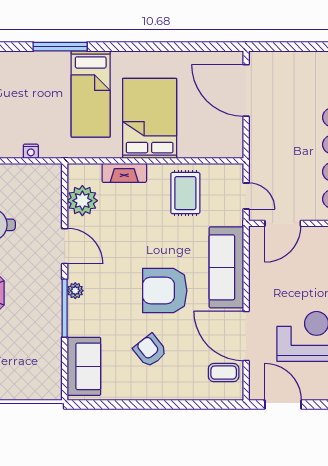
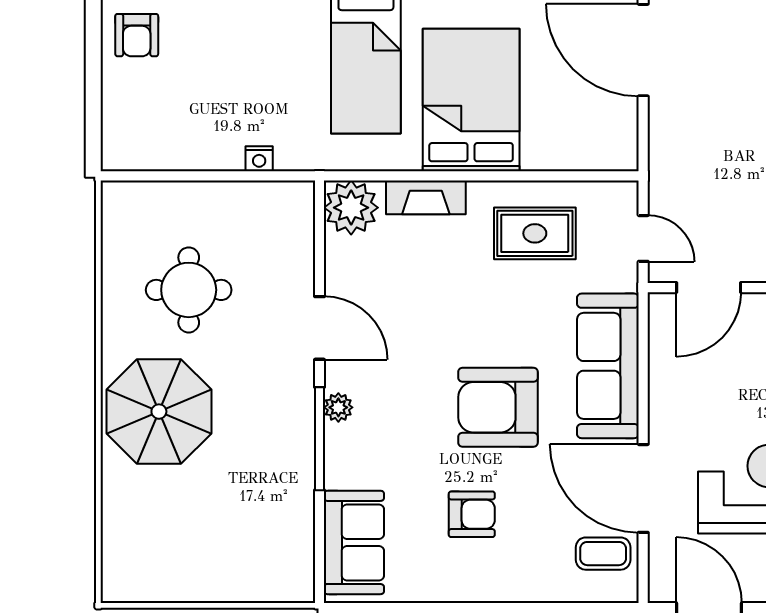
rug: (185, 193) -> (535, 233), turned 90
plant: (82, 201) -> (351, 208), moved
armchair: (150, 350) -> (472, 514), turned 128

